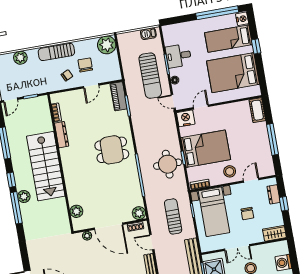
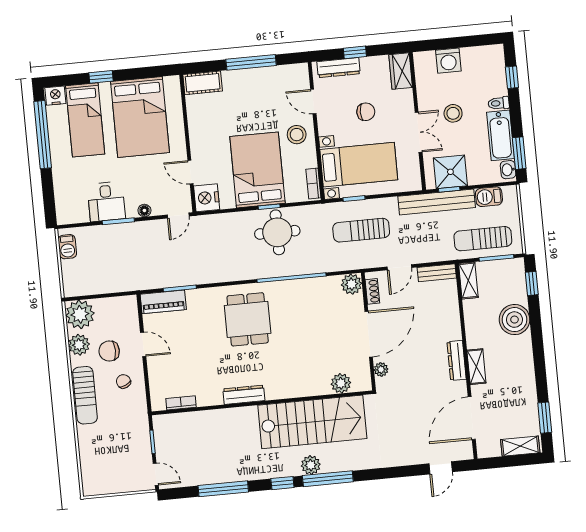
plant: (20, 58) -> (79, 345), moved
sun lounger: (150, 76) -> (134, 249), removed
dresser: (62, 135) -> (244, 395), moved
stairs: (46, 166) -> (312, 422), moved
dresser: (274, 194) -> (339, 68), width x1.44

